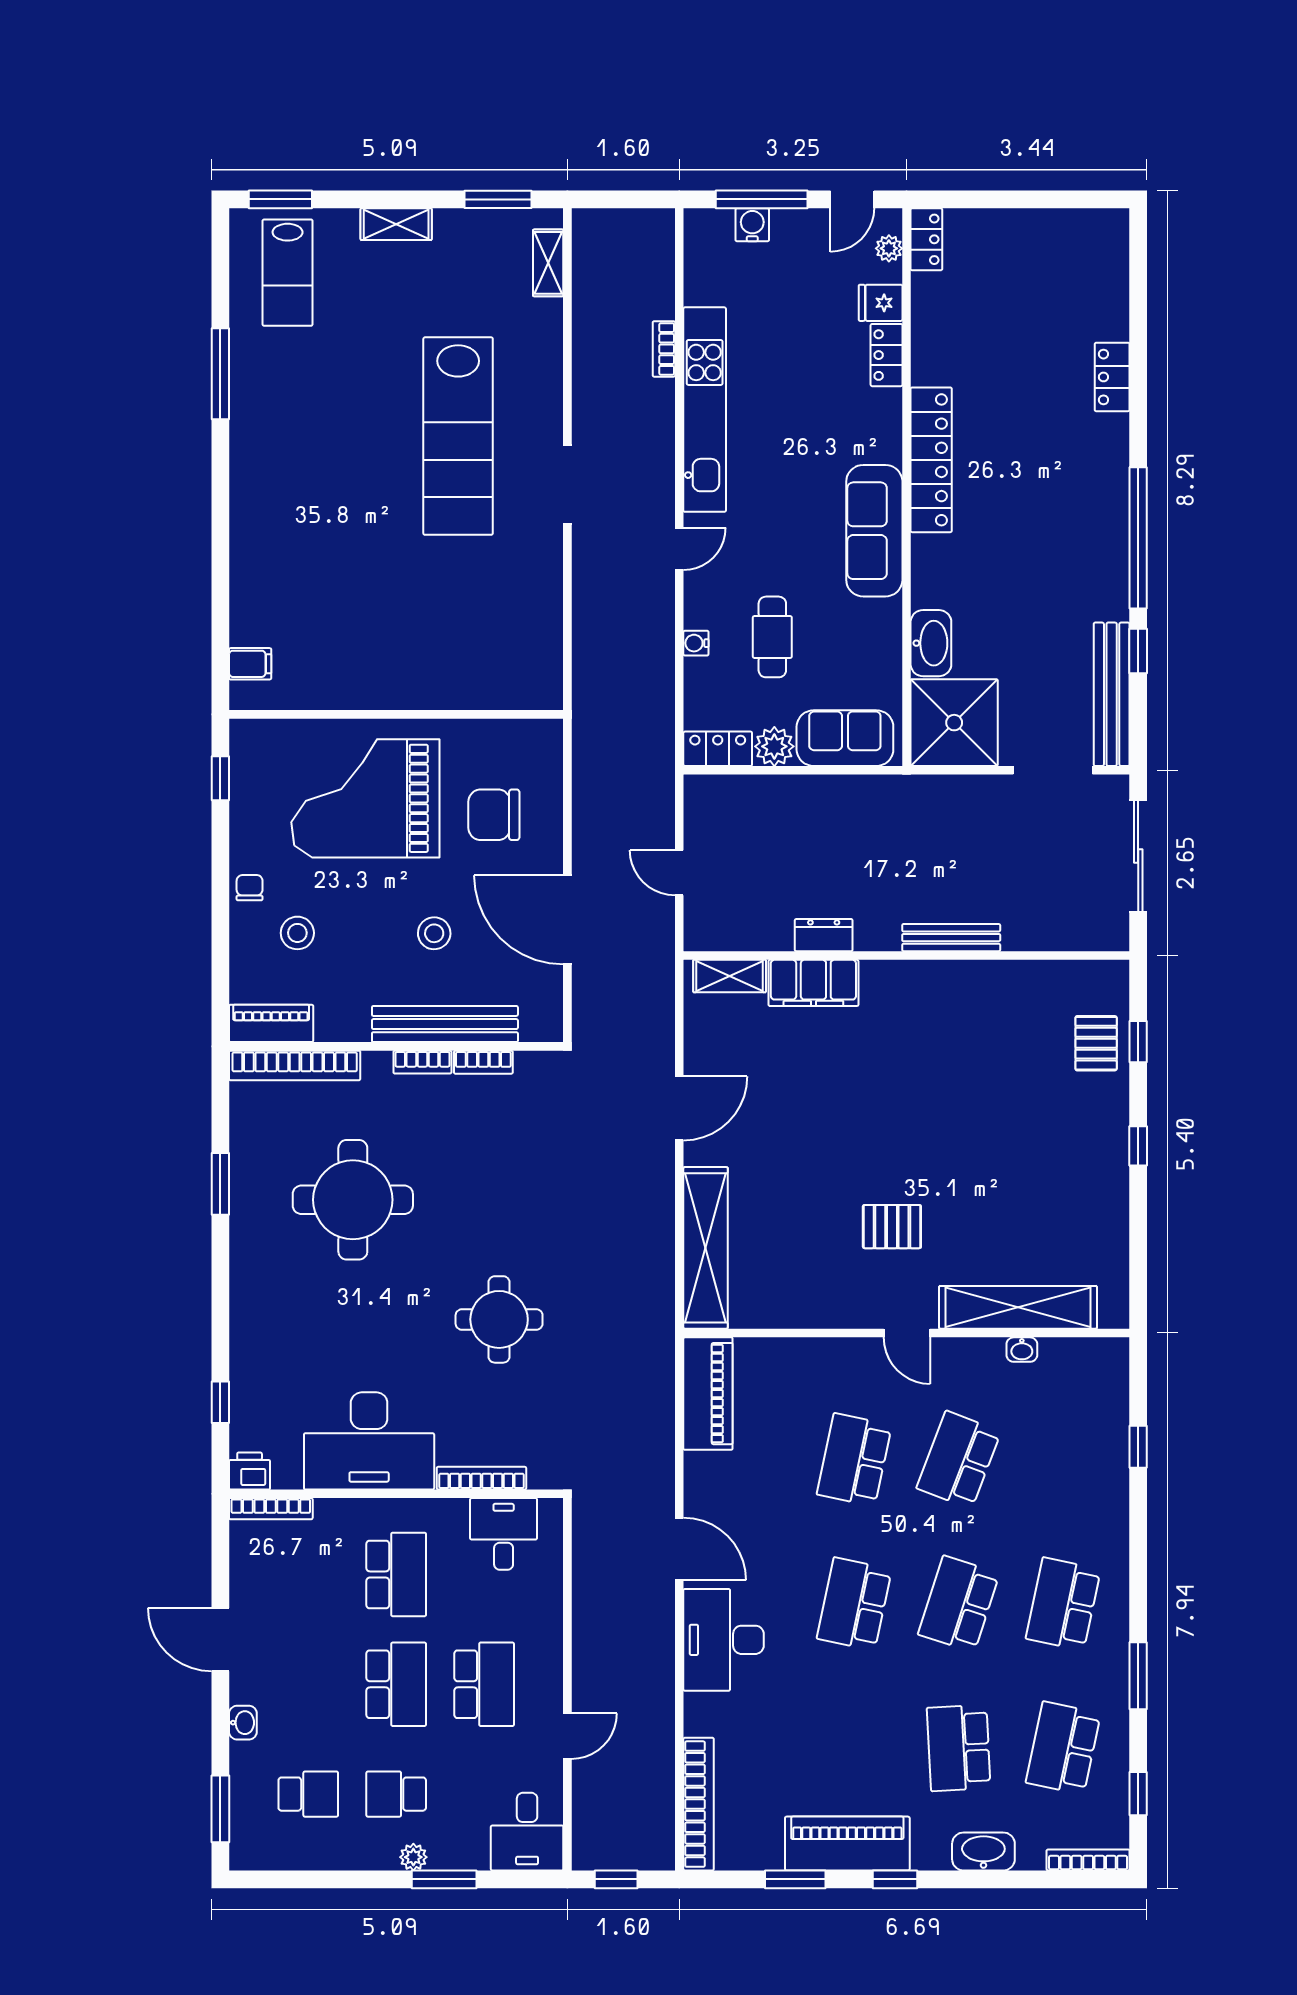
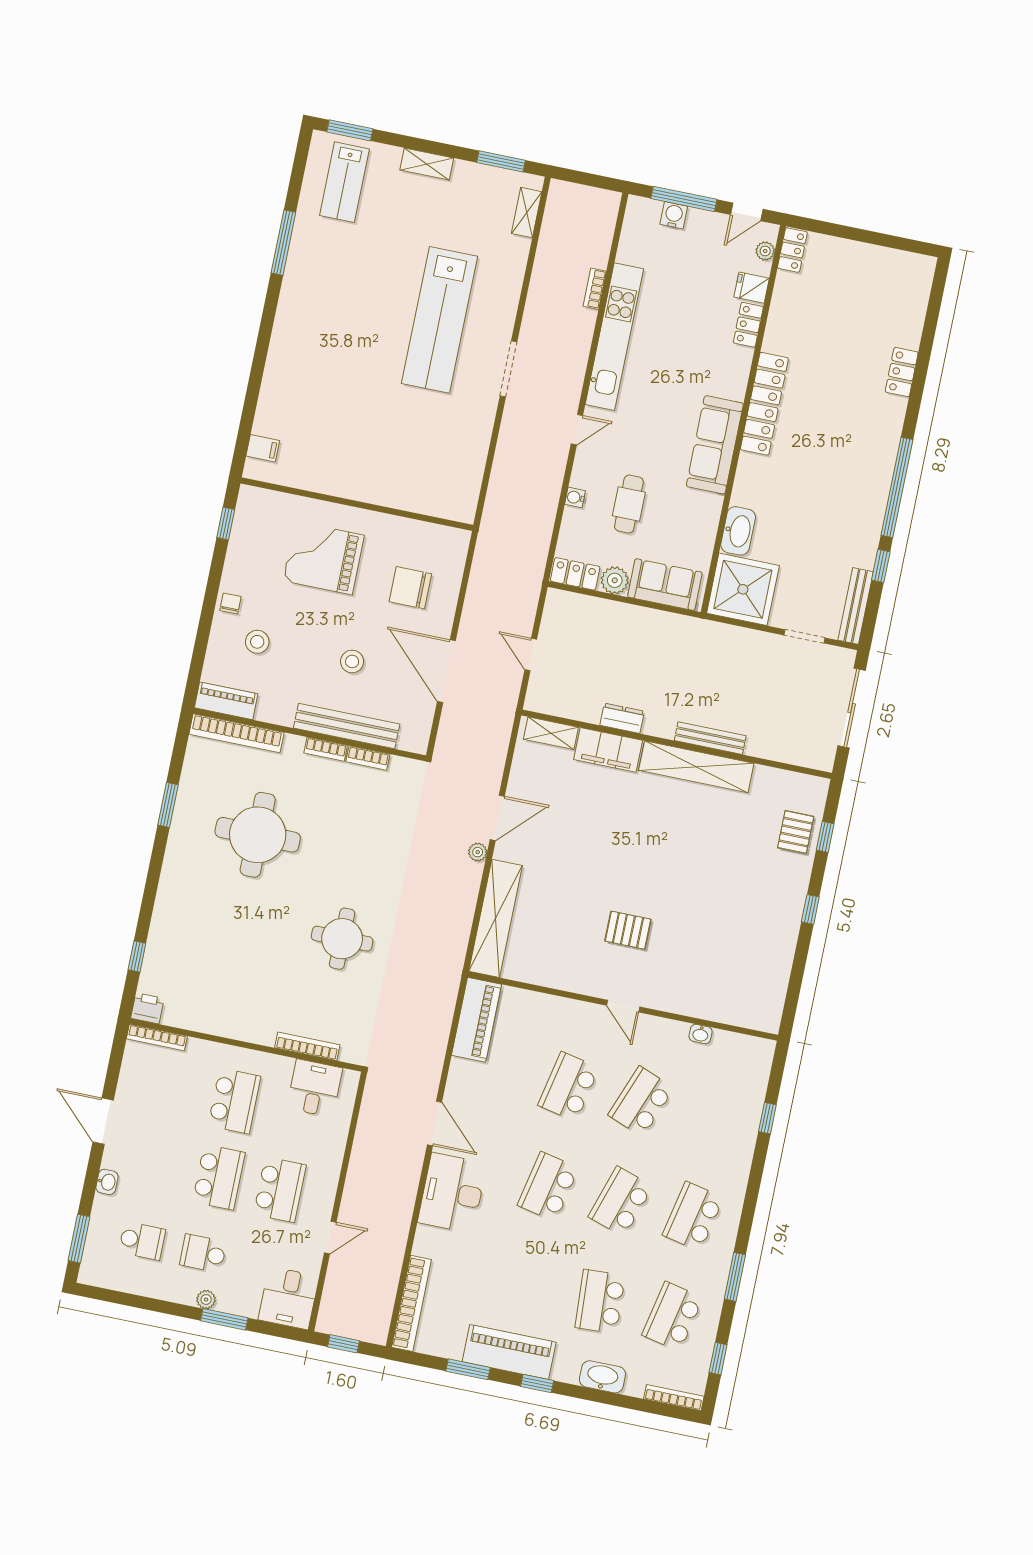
bench: (1112, 694) -> (856, 606), width x0.73, depth x0.82
doorway: (1053, 770) -> (805, 636), width x0.73
grand piano: (365, 798) -> (324, 558), width x0.73, depth x0.68
plant: (662, 1161) -> (478, 852), added
shelving: (1018, 1307) -> (696, 767), moved
desk: (369, 1441) -> (235, 1004), removed

